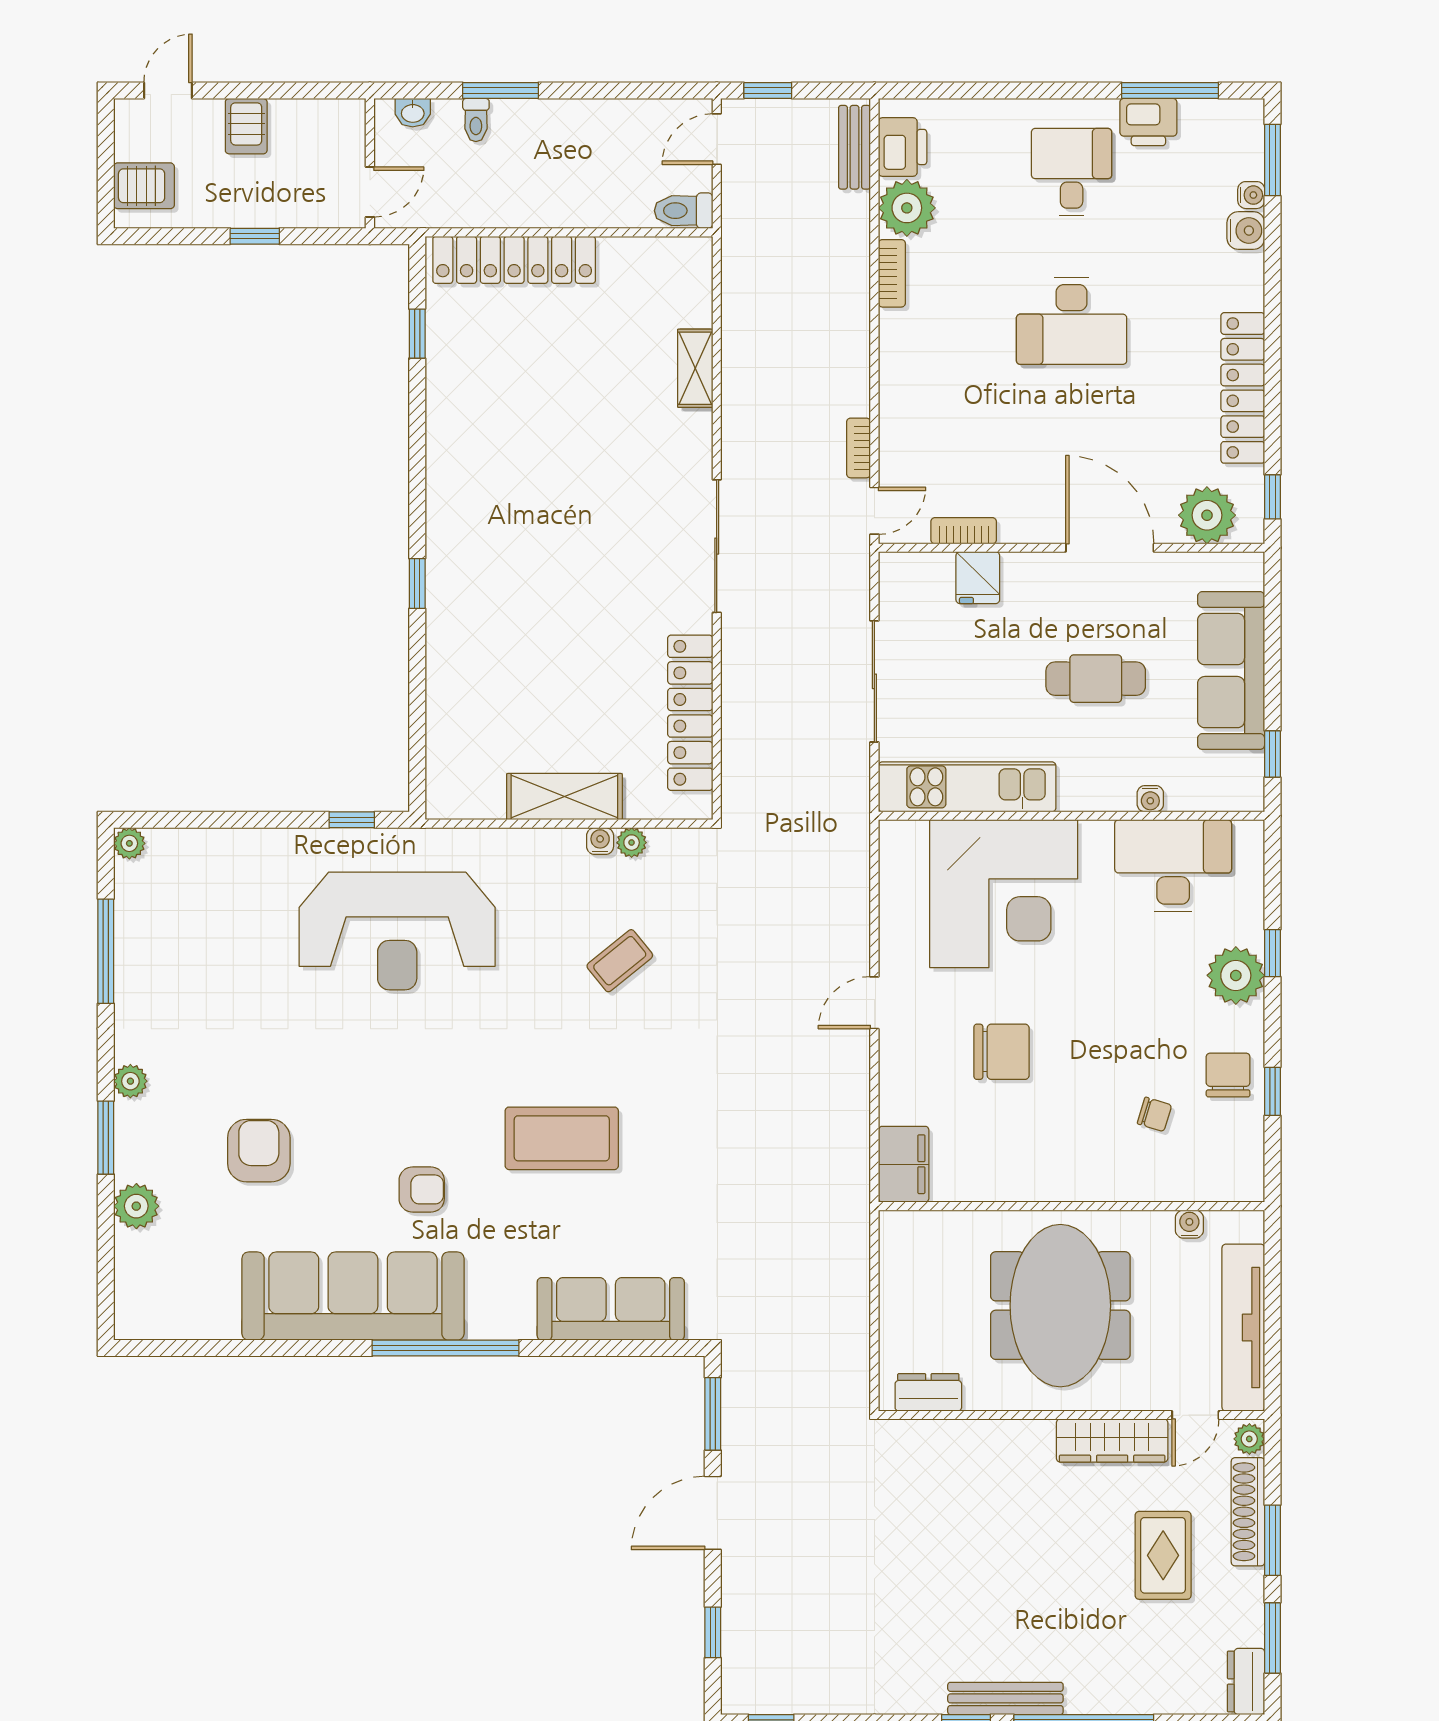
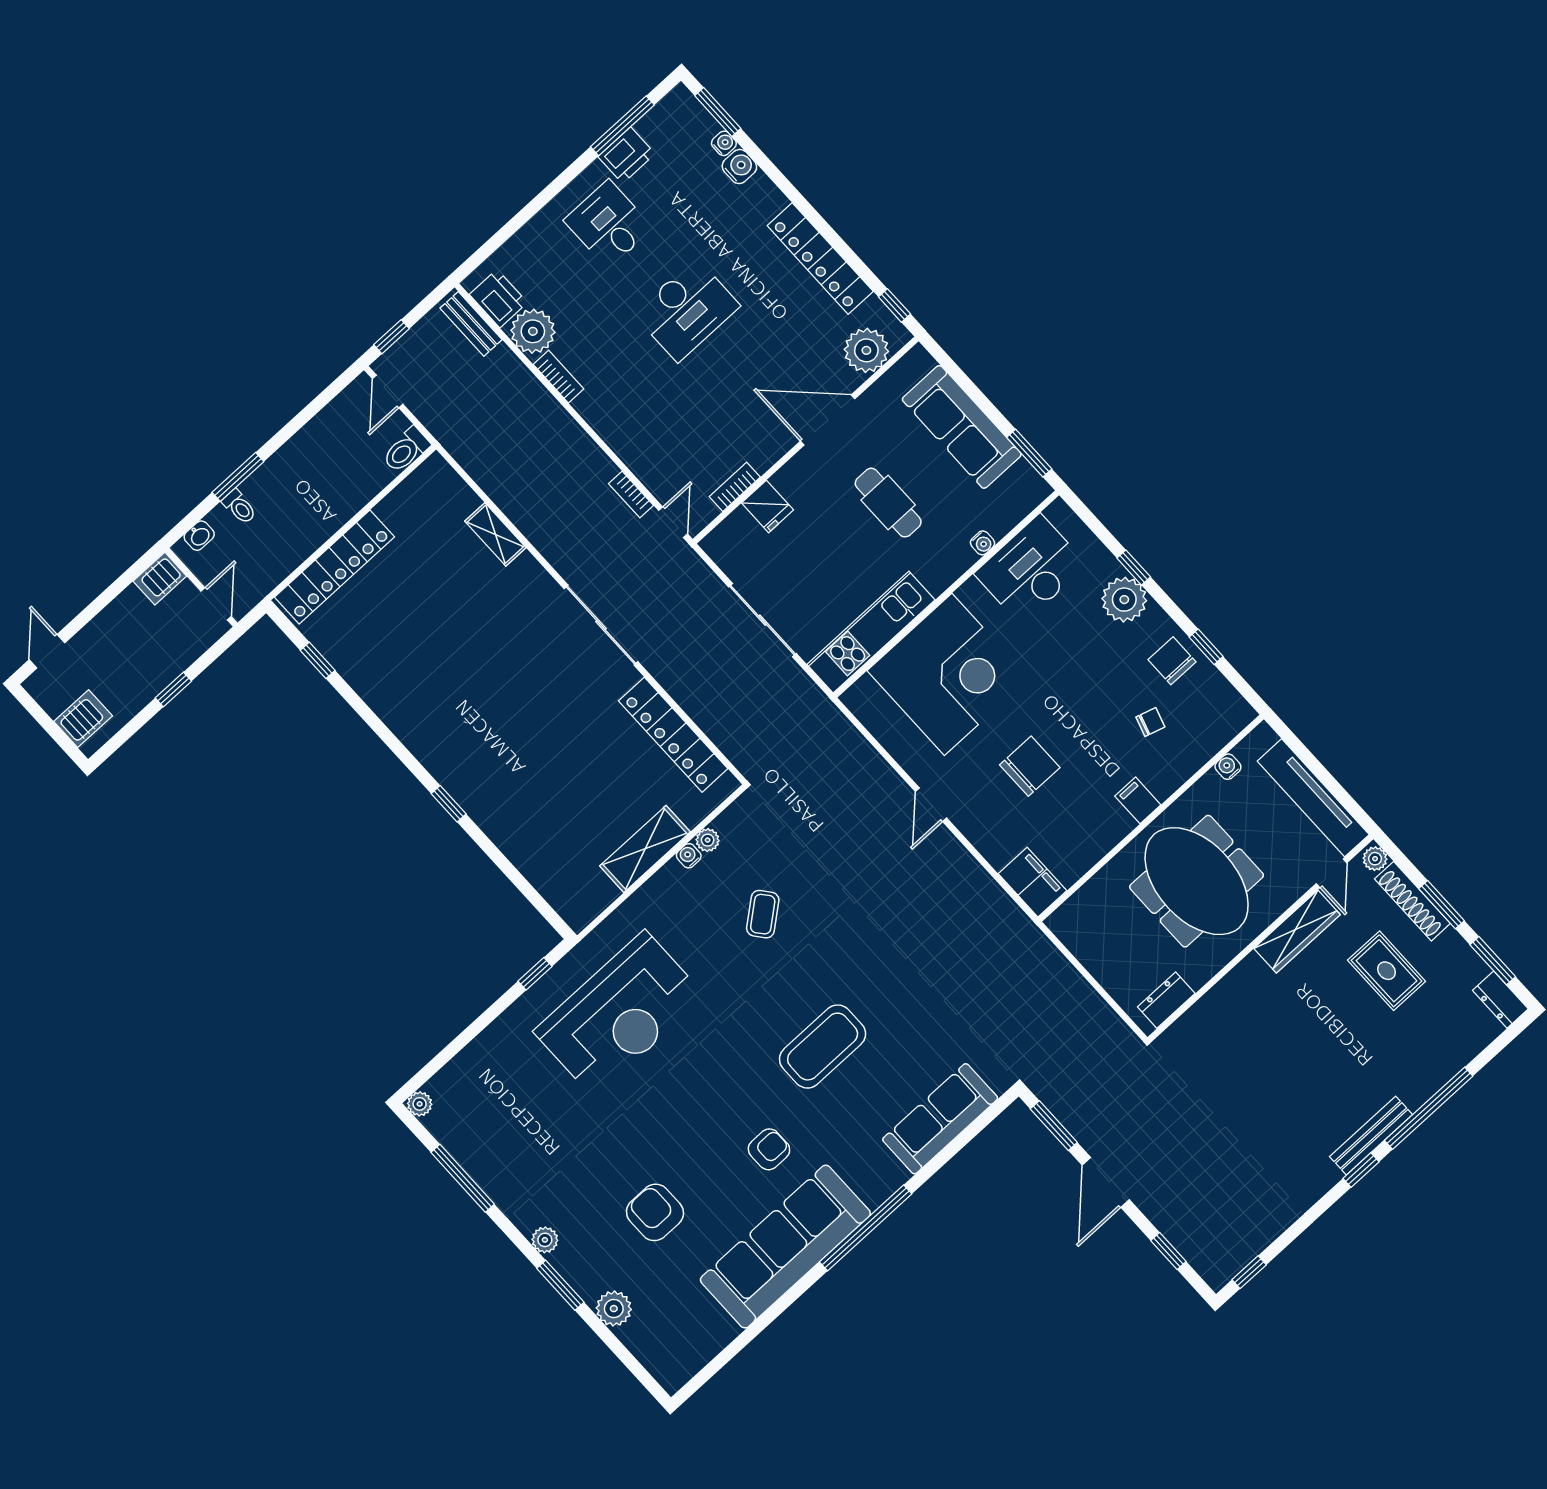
server rack: (246, 126) -> (160, 579), moved, turned 90
cafe table: (1096, 679) -> (888, 503), turned 90
window: (1273, 754) -> (1029, 453), width x1.50
filing cabinet: (1075, 1178) -> (1138, 800), added

